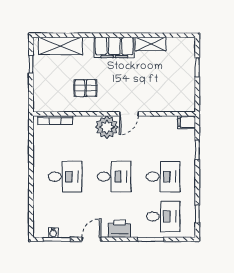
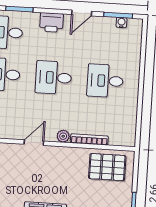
pallet: (85, 88) -> (107, 167), moved, width x1.50, depth x1.42
bookcase: (55, 120) -> (89, 139), moved
plant: (107, 127) -> (63, 136), width x0.53, depth x0.53

